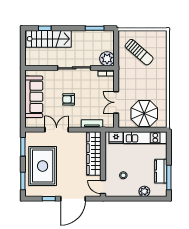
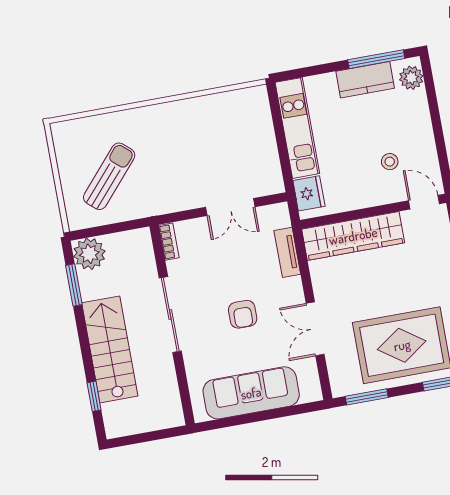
stairs: (49, 39) -> (110, 349), moved
plant: (107, 59) -> (89, 254), moved
parasol: (144, 114) -> (244, 140), removed
door: (103, 187) -> (424, 202), swing flipped
plant: (144, 191) -> (411, 78), moved

